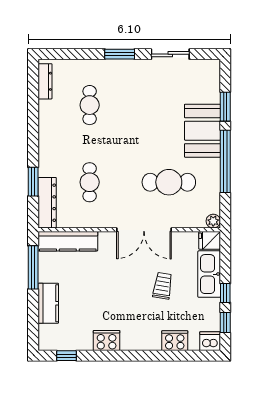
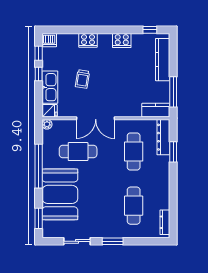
cafe table: (90, 105) -> (134, 206), width x1.37, depth x1.35
window: (225, 107) -> (39, 218), moved
booth: (202, 131) -> (60, 194), width x1.36, depth x1.42
cafe table: (90, 182) -> (134, 152), width x1.37, depth x1.35
double door: (144, 230) -> (96, 118), swing flipped
kitchen counter: (68, 241) -> (156, 110), width x0.67
kitchen counter: (48, 303) -> (163, 60), width x1.50
cooker: (175, 341) -> (88, 40), moved

